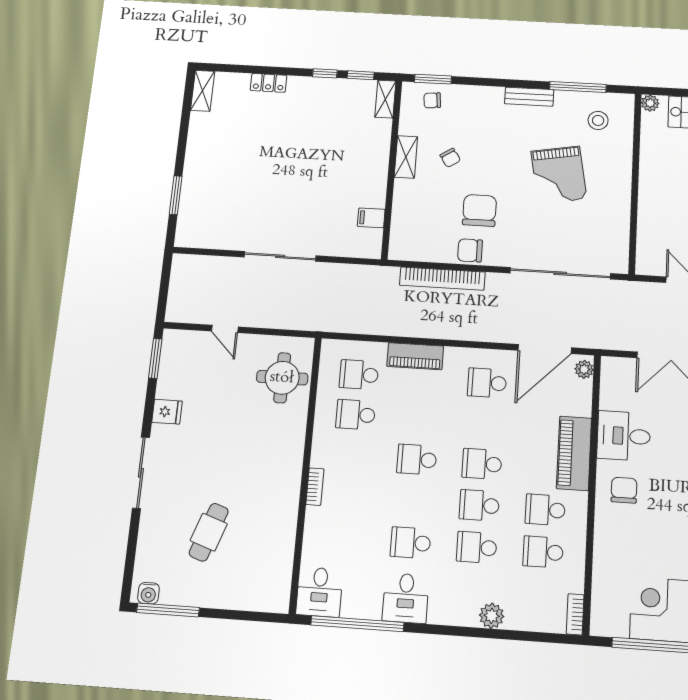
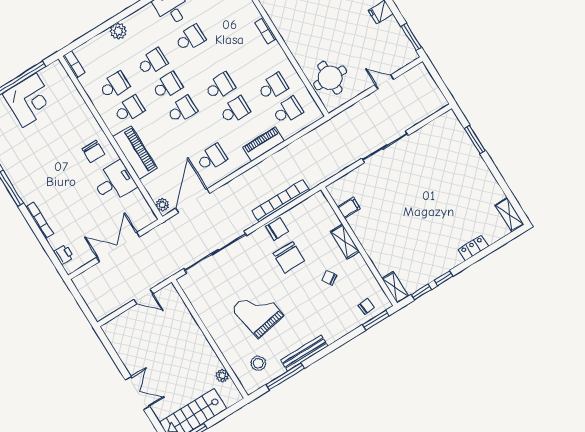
bench: (529, 97) -> (304, 353), width x1.36
plant: (650, 103) -> (222, 376), moved
shelving: (406, 157) -> (345, 242), moved
school desk: (420, 419) -> (235, 110), added

